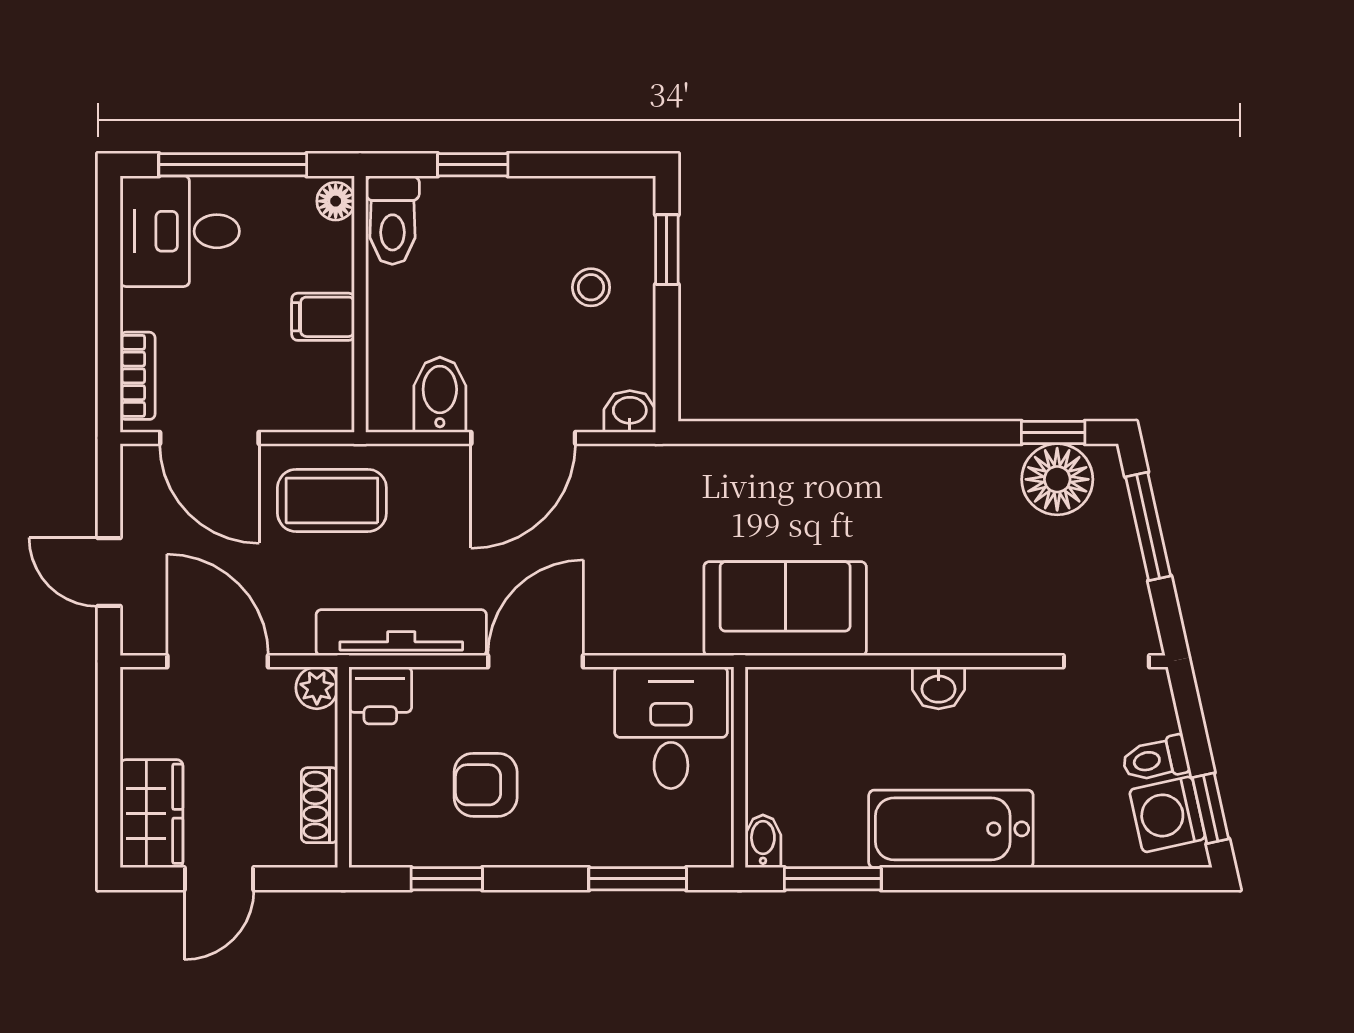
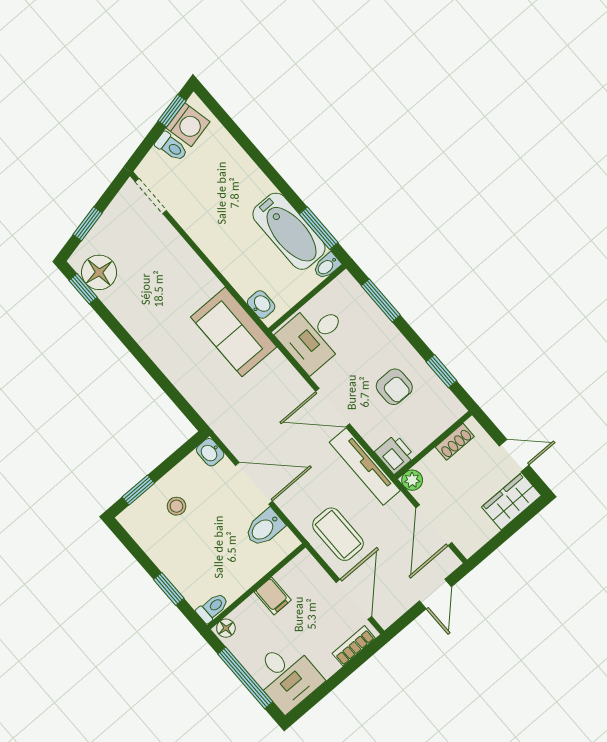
toilet: (392, 220) -> (213, 608), width x0.73, depth x0.72
window: (1148, 526) -> (88, 224), width x0.67
washbasin: (939, 688) -> (261, 304), moved
bathtub: (951, 829) -> (289, 231), moved

